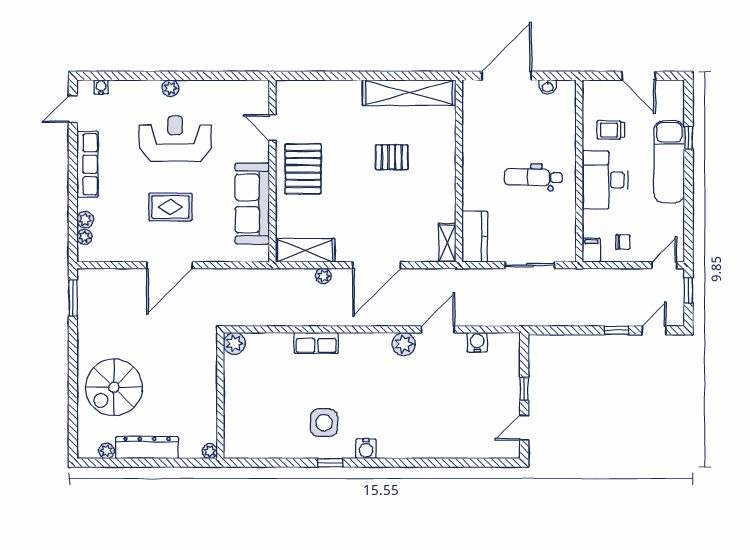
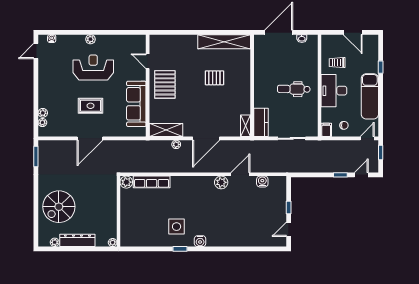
exam couch: (669, 162) -> (370, 96), moved
row of seats: (88, 164) -> (44, 82), removed
row of seats: (316, 343) -> (152, 182), moved, width x1.48

